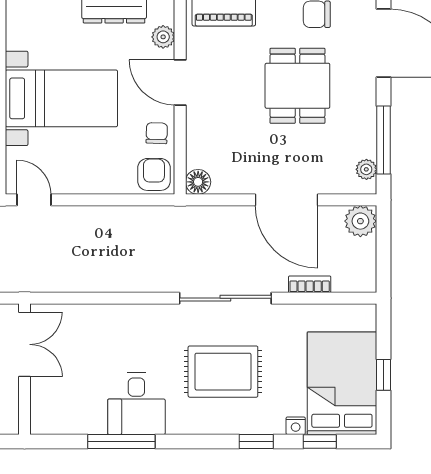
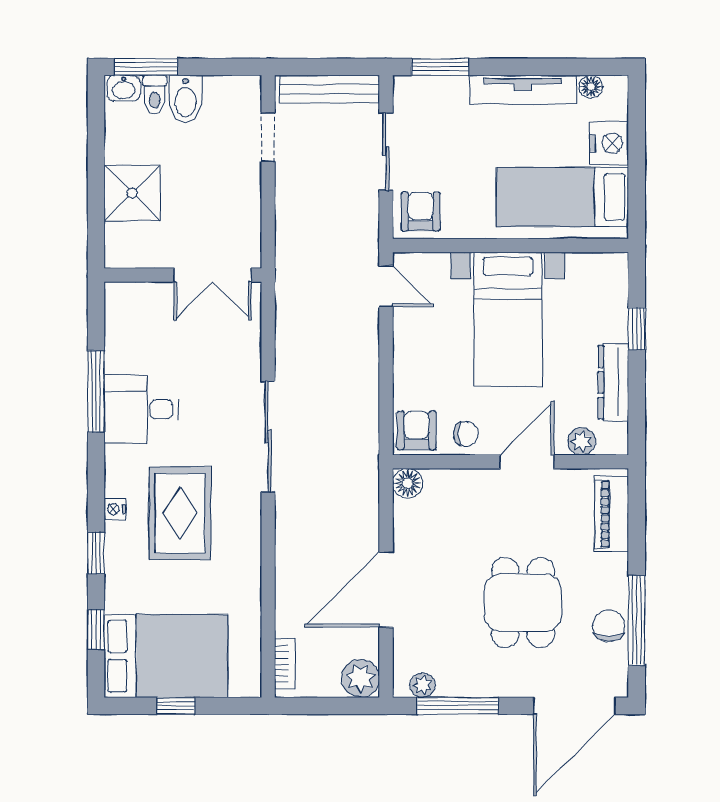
dining table: (297, 86) -> (523, 603), turned 90
armchair: (154, 174) -> (416, 430), turned -90
door: (34, 200) -> (386, 286), hinge flipped
bookcase: (310, 284) -> (285, 664), moved
sliding door: (225, 298) -> (268, 436), moved
nightstand: (296, 426) -> (115, 509), moved

